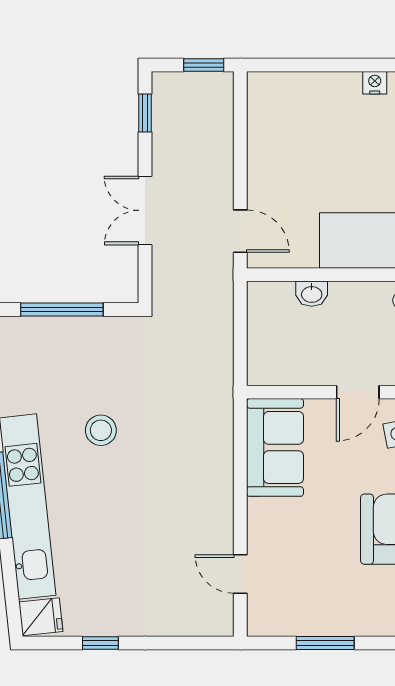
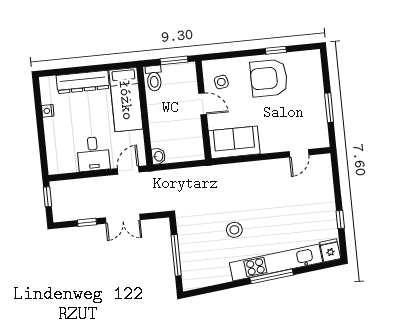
window: (145, 113) -> (87, 222), moved
desk: (280, 165) -> (93, 154), added
washbasin: (312, 294) -> (158, 156), moved

